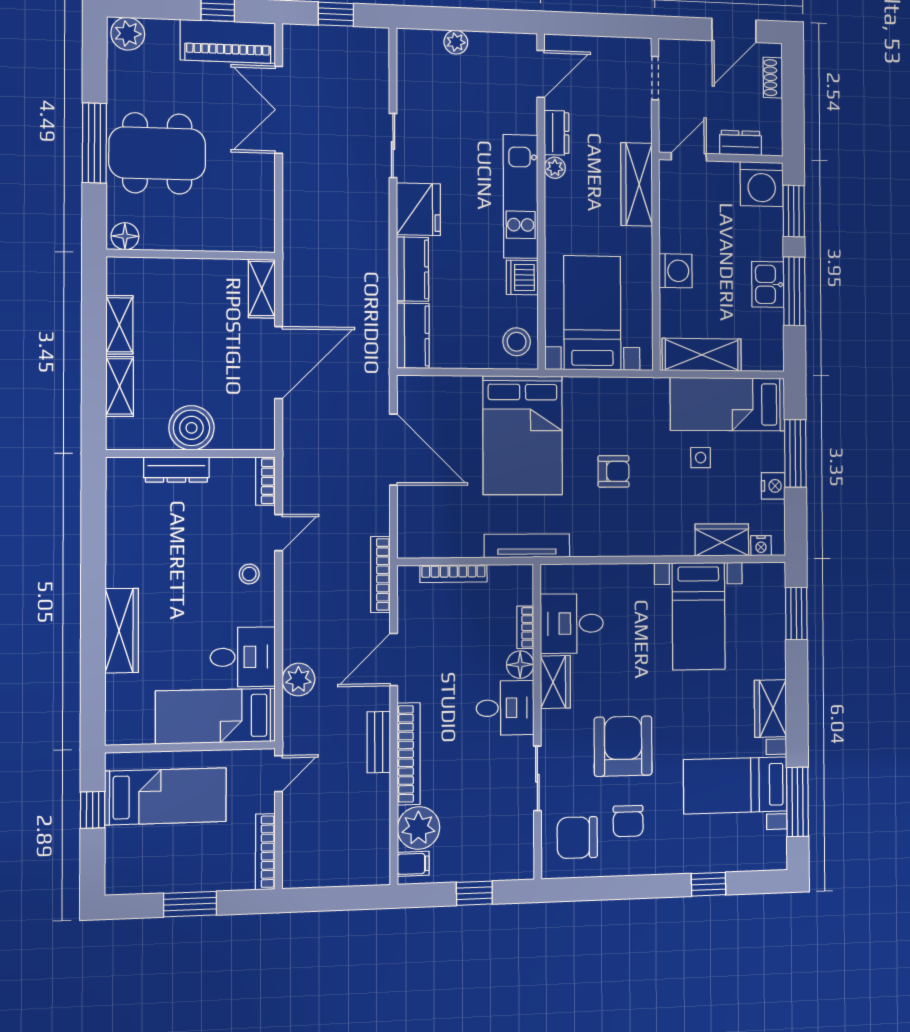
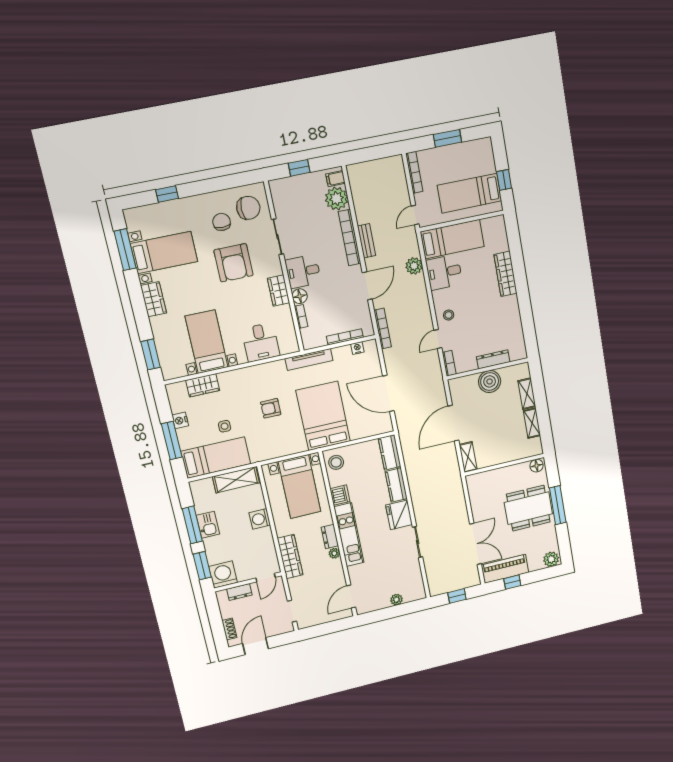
dresser: (557, 133) -> (330, 536), moved
nightstand: (761, 546) -> (357, 348), moved
desk: (572, 624) -> (261, 342), moved, turned 90

